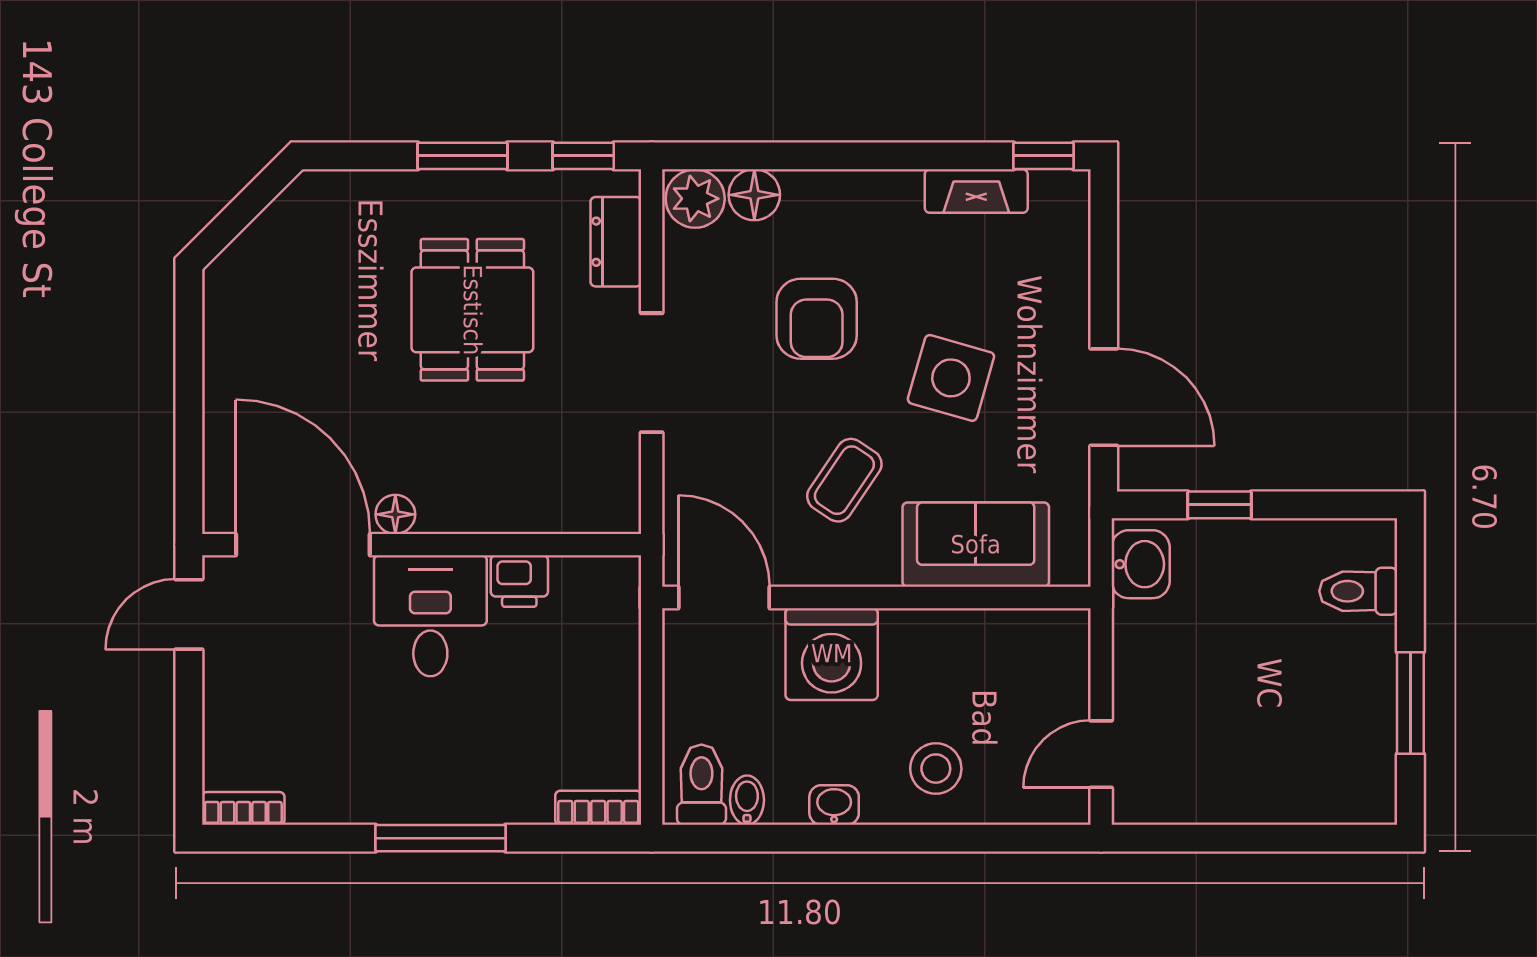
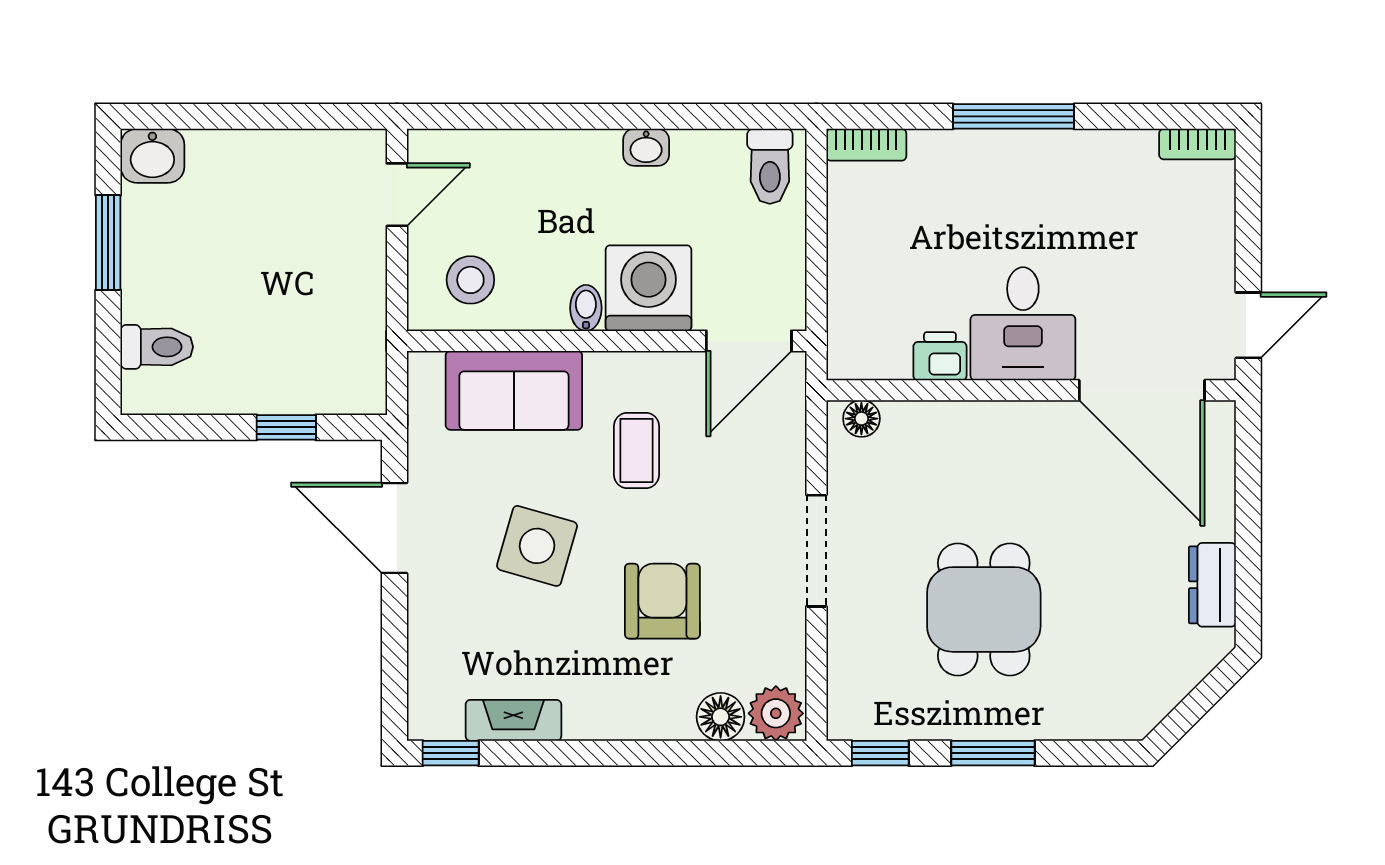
dresser: (616, 242) -> (1212, 585), moved, turned 180
coffee table: (844, 480) -> (636, 451), turned -34
floor lamp: (395, 514) -> (861, 419), moved
washbasin: (1141, 564) -> (152, 156), moved, turned -90
door: (724, 597) -> (749, 341), hinge flipped
stool: (936, 769) -> (470, 280), moved
bidet: (747, 800) -> (586, 308), moved, turned 180

